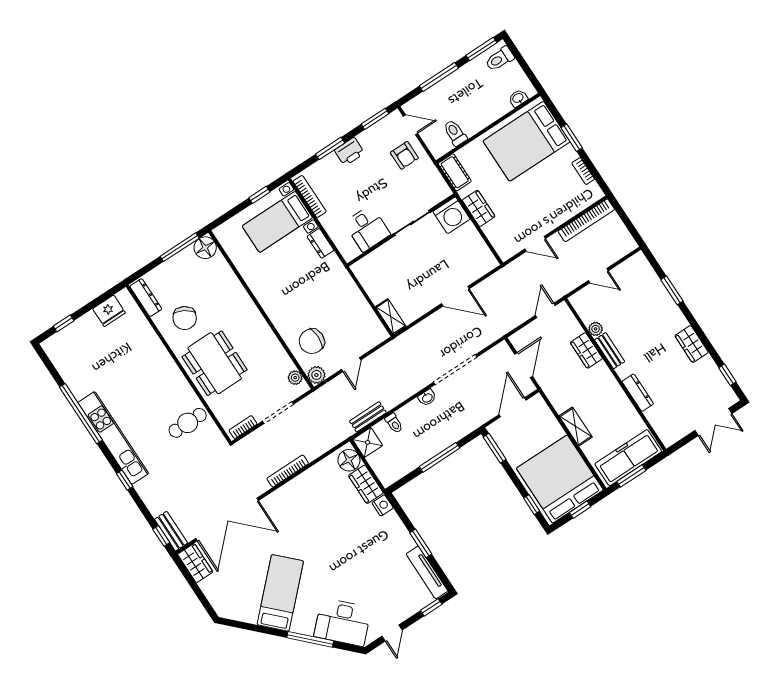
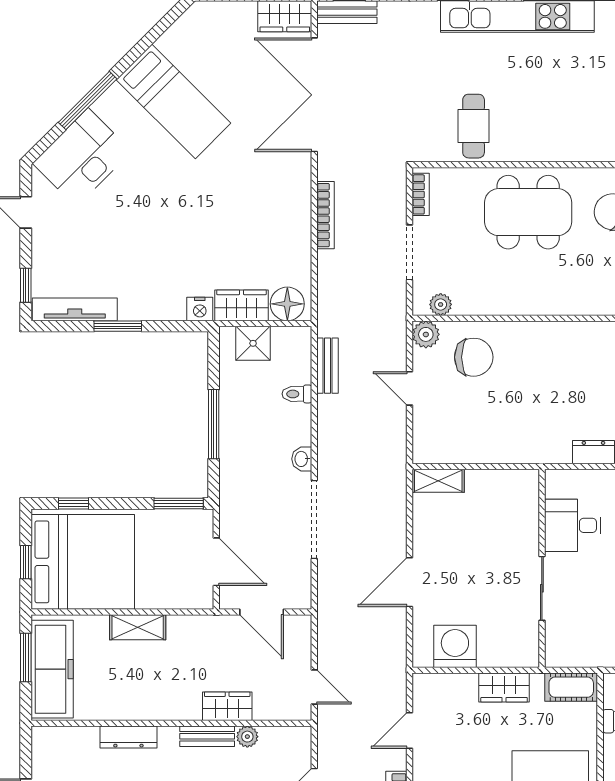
washing machine: (452, 215) -> (455, 646), moved, turned 90
chair: (312, 341) -> (474, 357), turned 90
shower: (368, 442) -> (253, 343), moved

